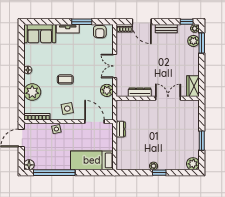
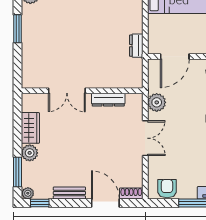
plant: (193, 41) -> (30, 153), moved
wardrobe: (193, 86) -> (30, 128), moved
door: (94, 122) -> (175, 57), hinge flipped

